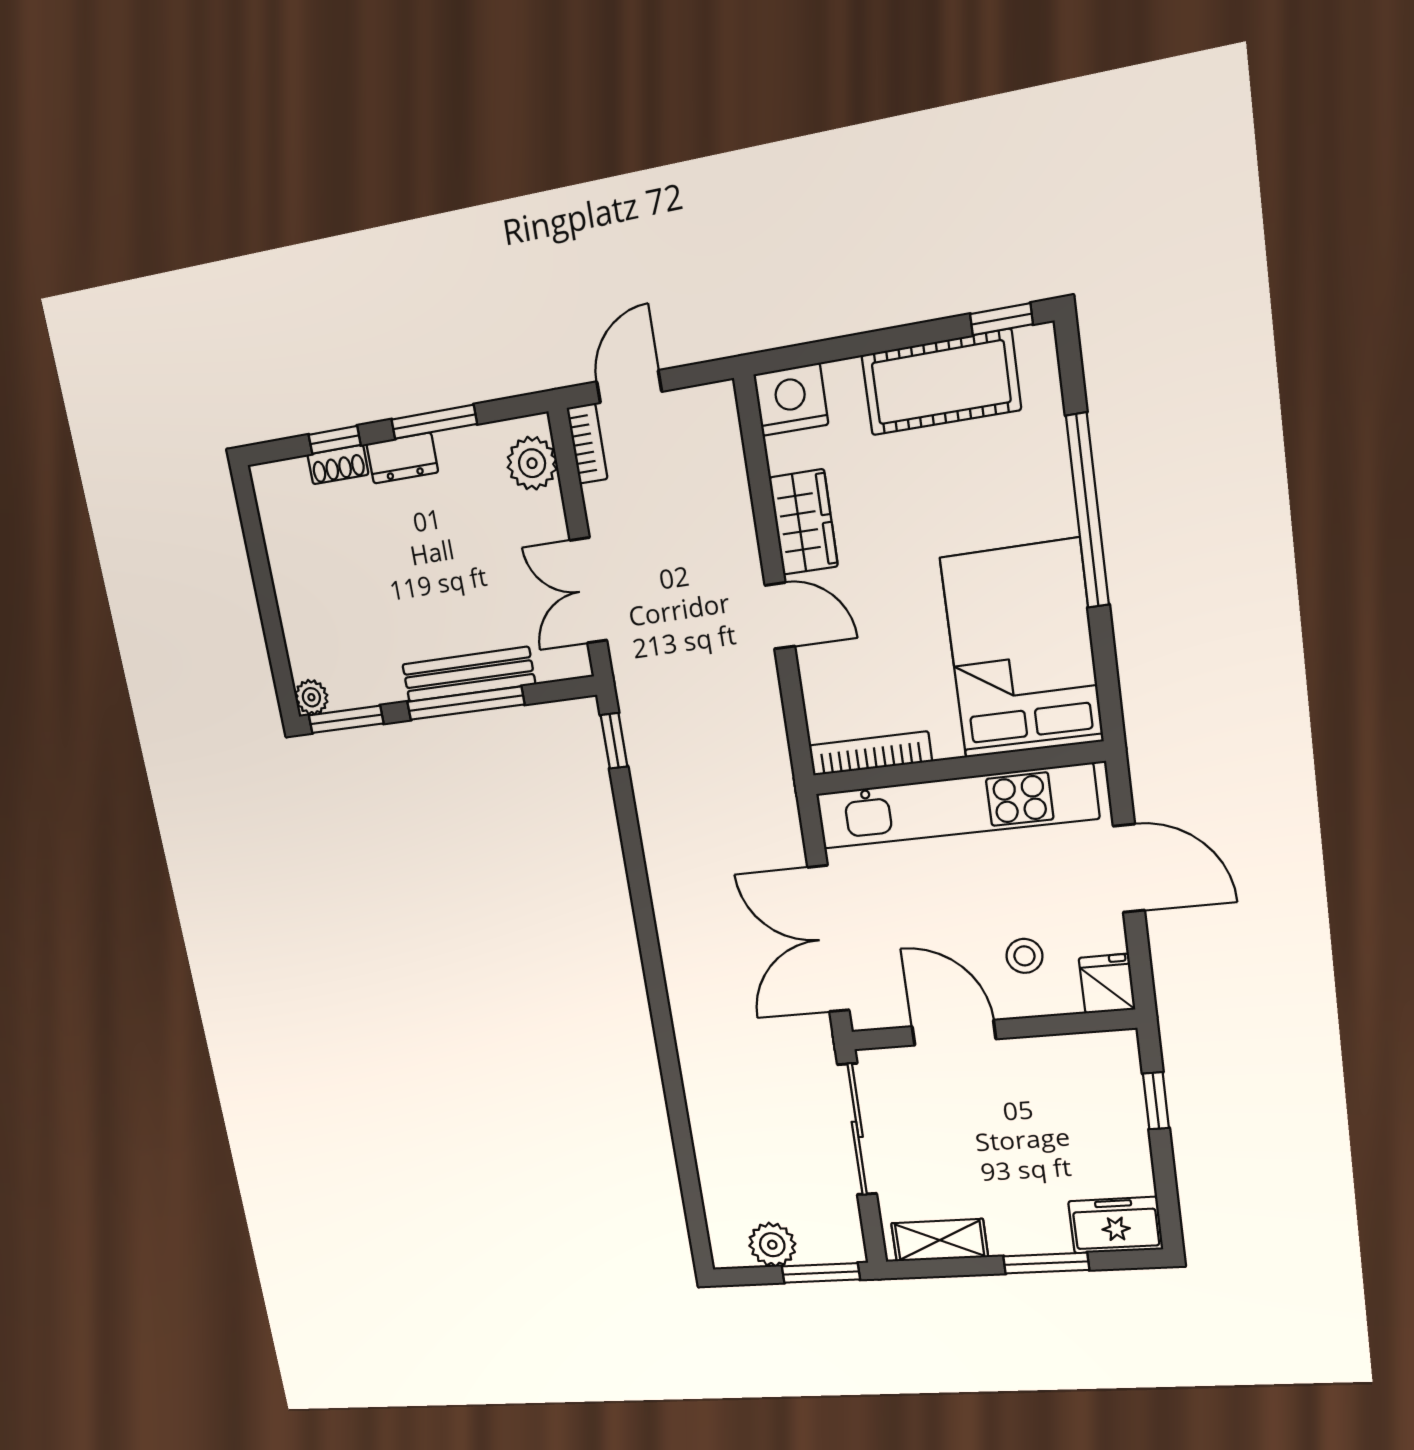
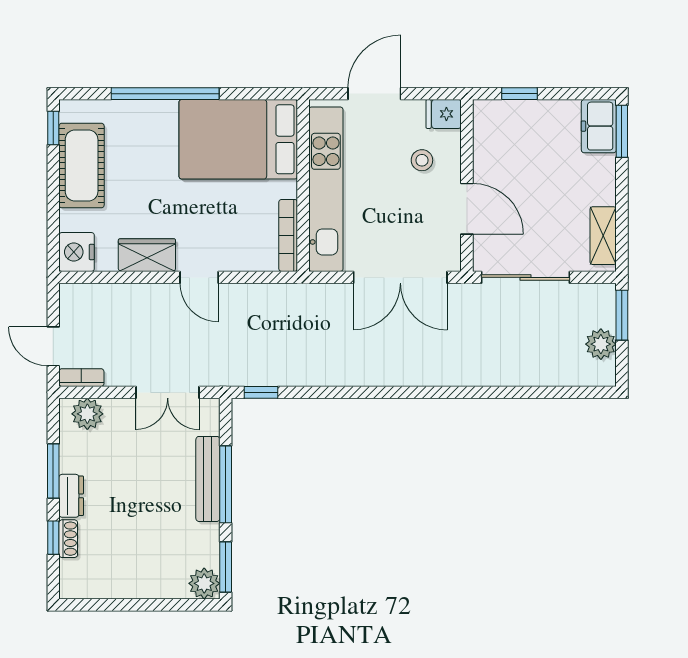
door: (780, 616) -> (199, 277), swing flipped
plant: (311, 697) -> (204, 583), width x1.38, depth x1.38
door: (954, 1033) -> (467, 209), swing flipped
window: (1046, 1263) -> (622, 131), moved

